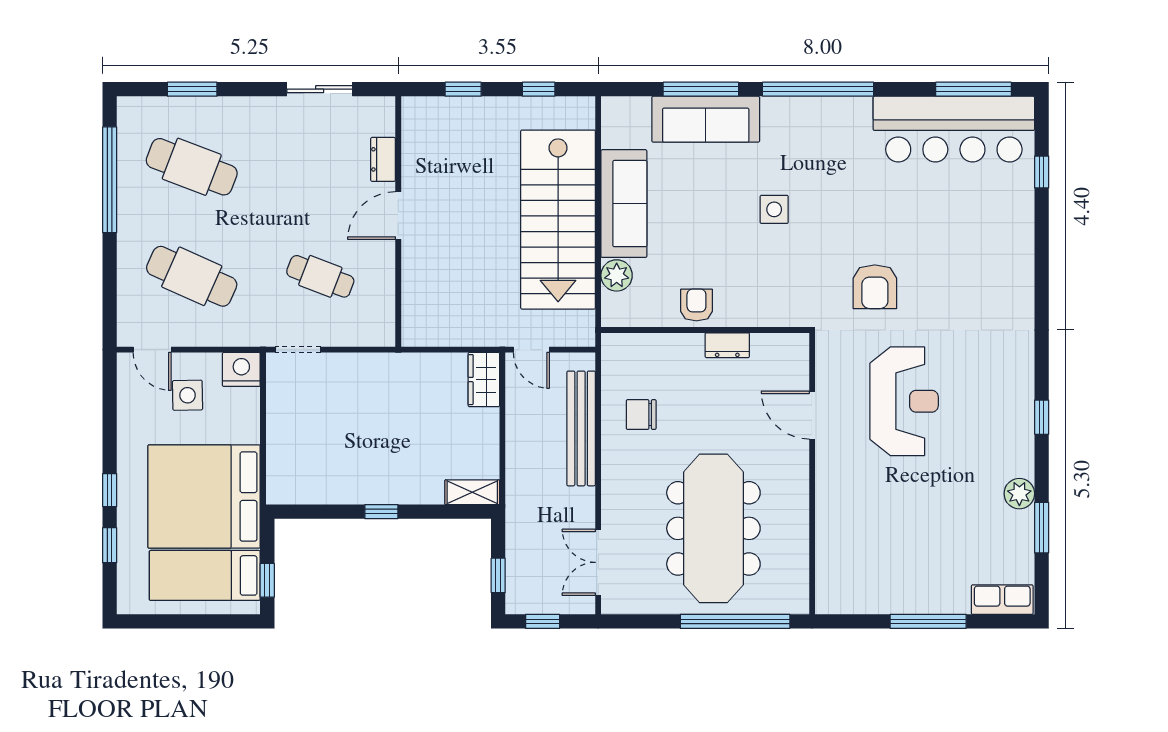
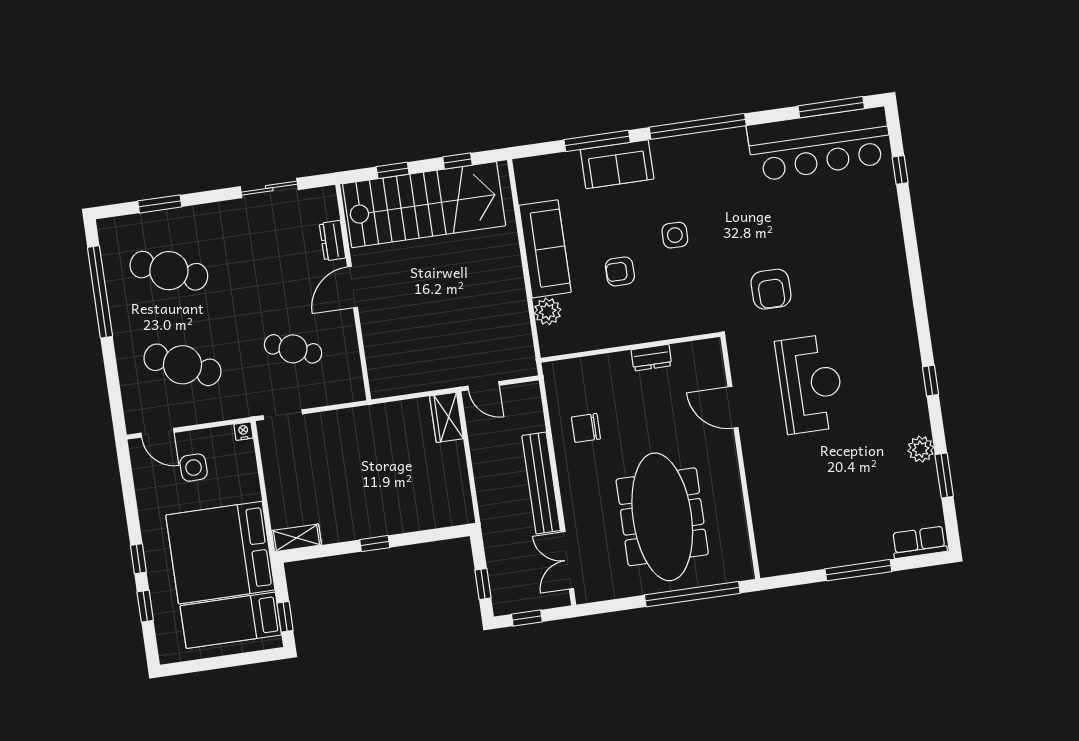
sofa: (706, 119) -> (617, 164), width x0.73
stairs: (558, 220) -> (424, 205), moved, turned -90
armchair: (696, 305) -> (620, 271), moved, turned -90
nightstand: (241, 369) -> (243, 431), width x0.53, depth x0.56
bench: (581, 428) -> (541, 483), moved
shelving: (472, 492) -> (296, 538), moved

